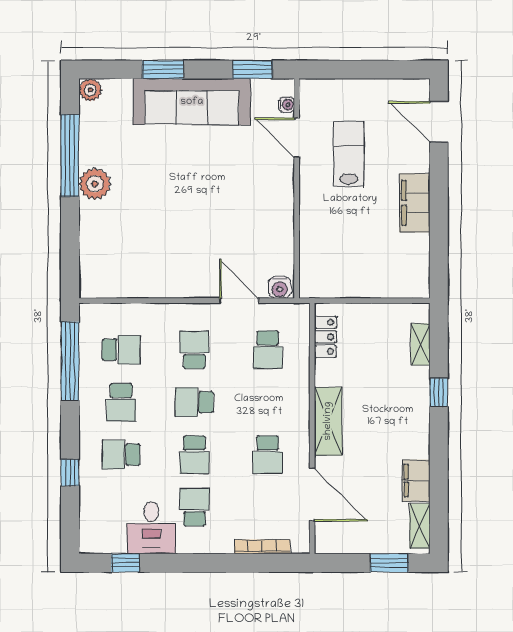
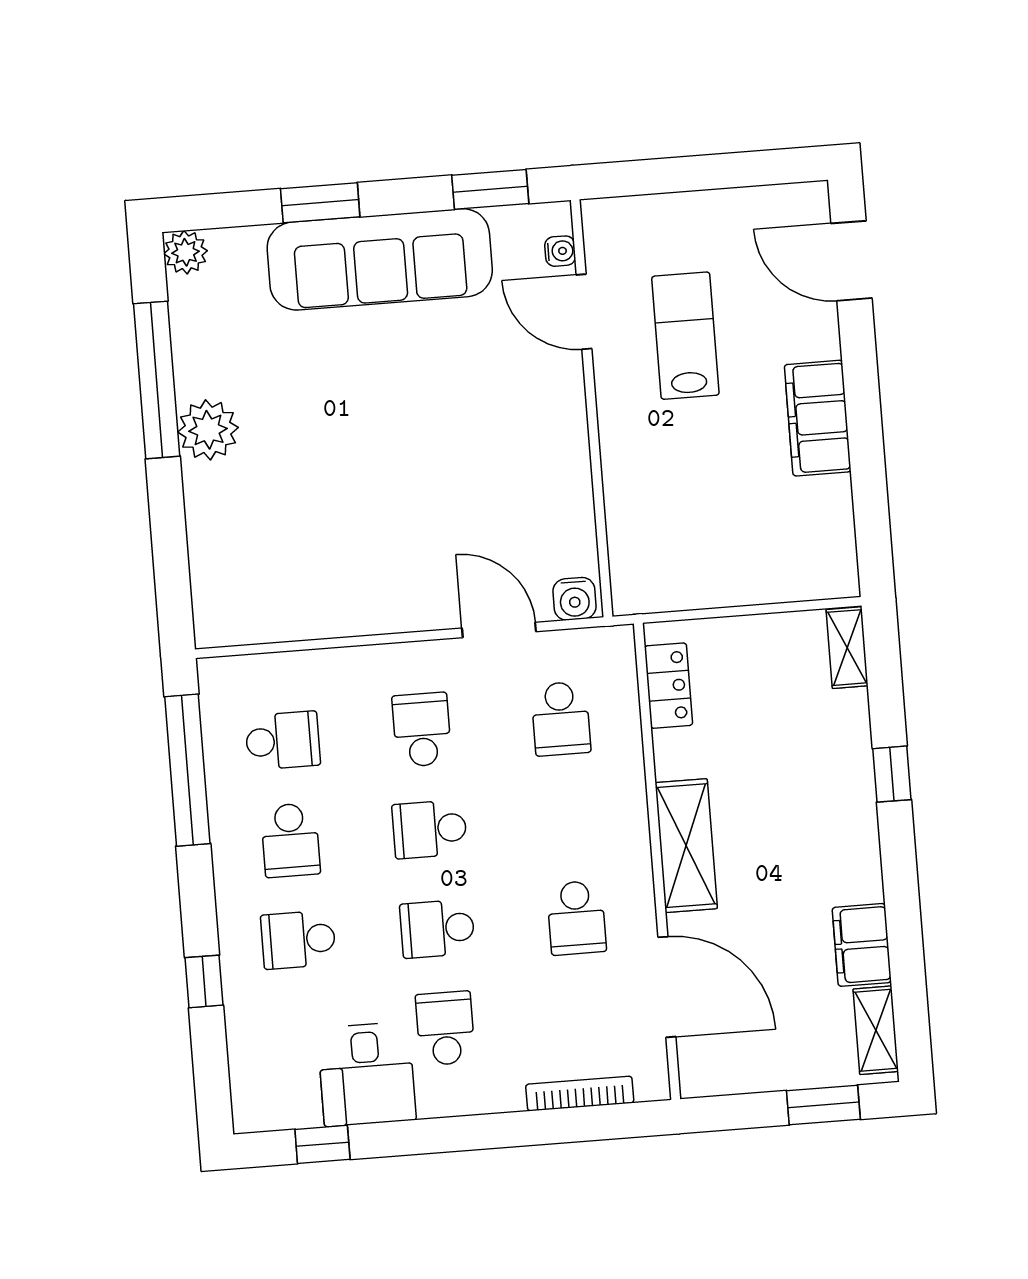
shelving: (421, 344) -> (847, 648), moved
school desk: (194, 455) -> (437, 929), turned 90

